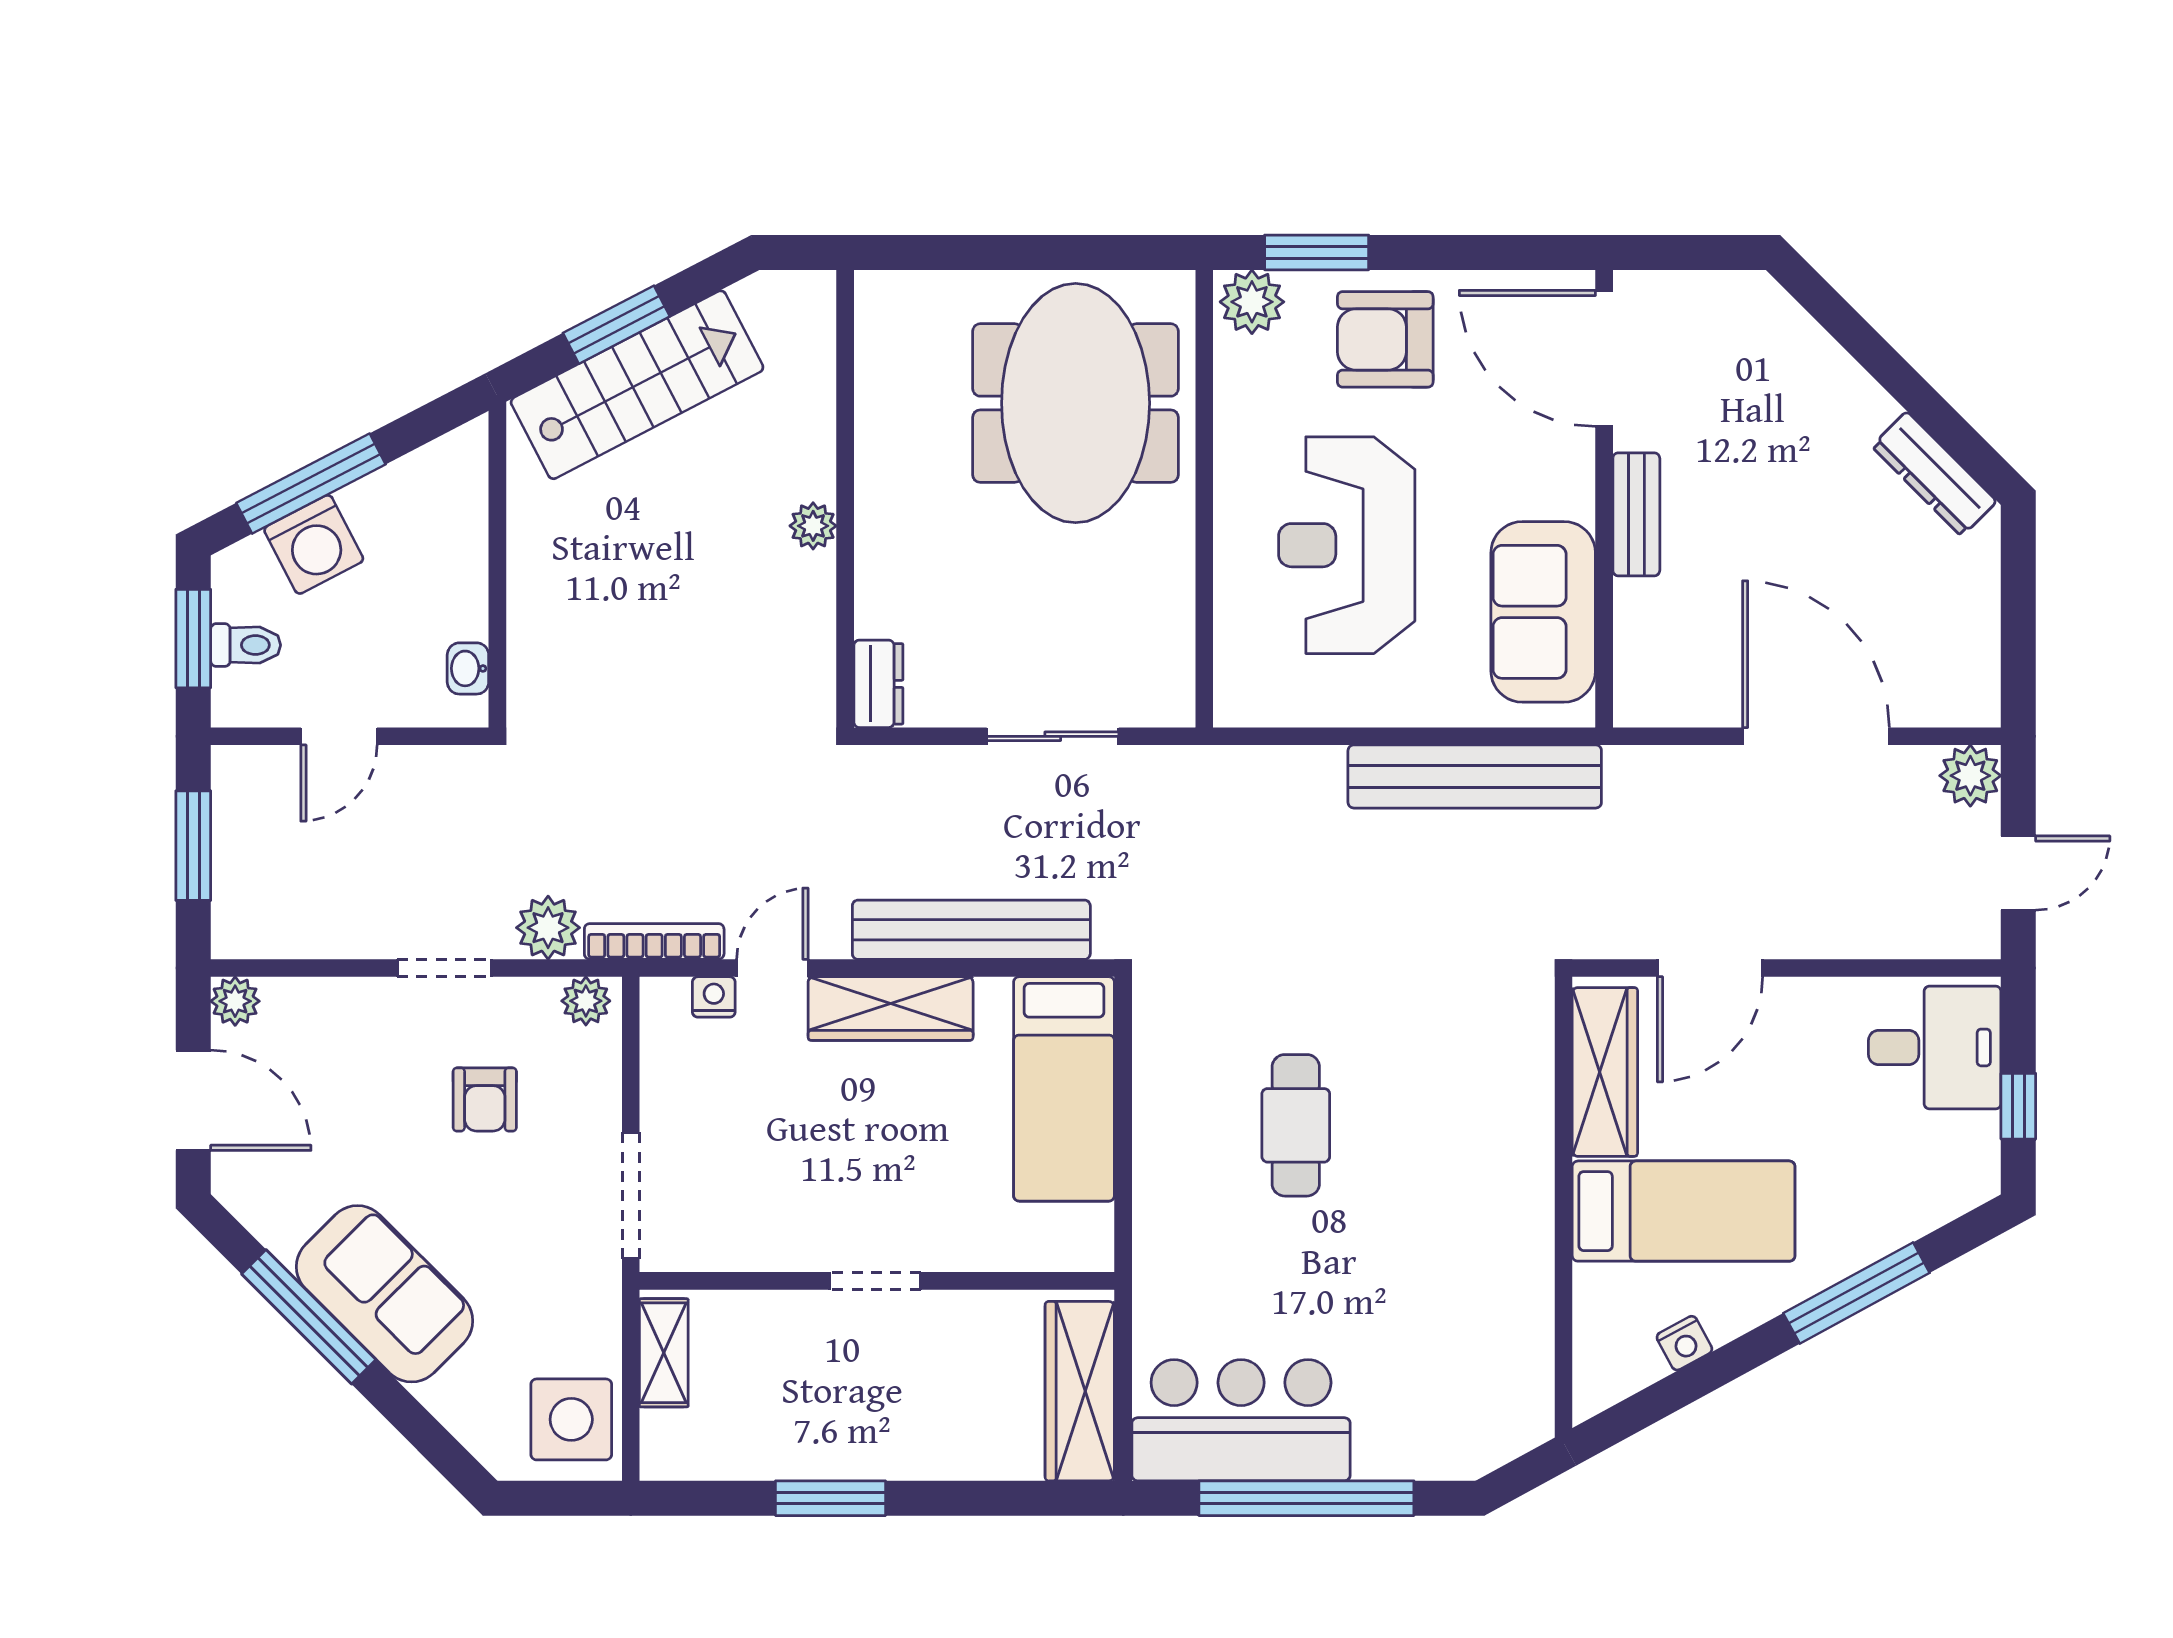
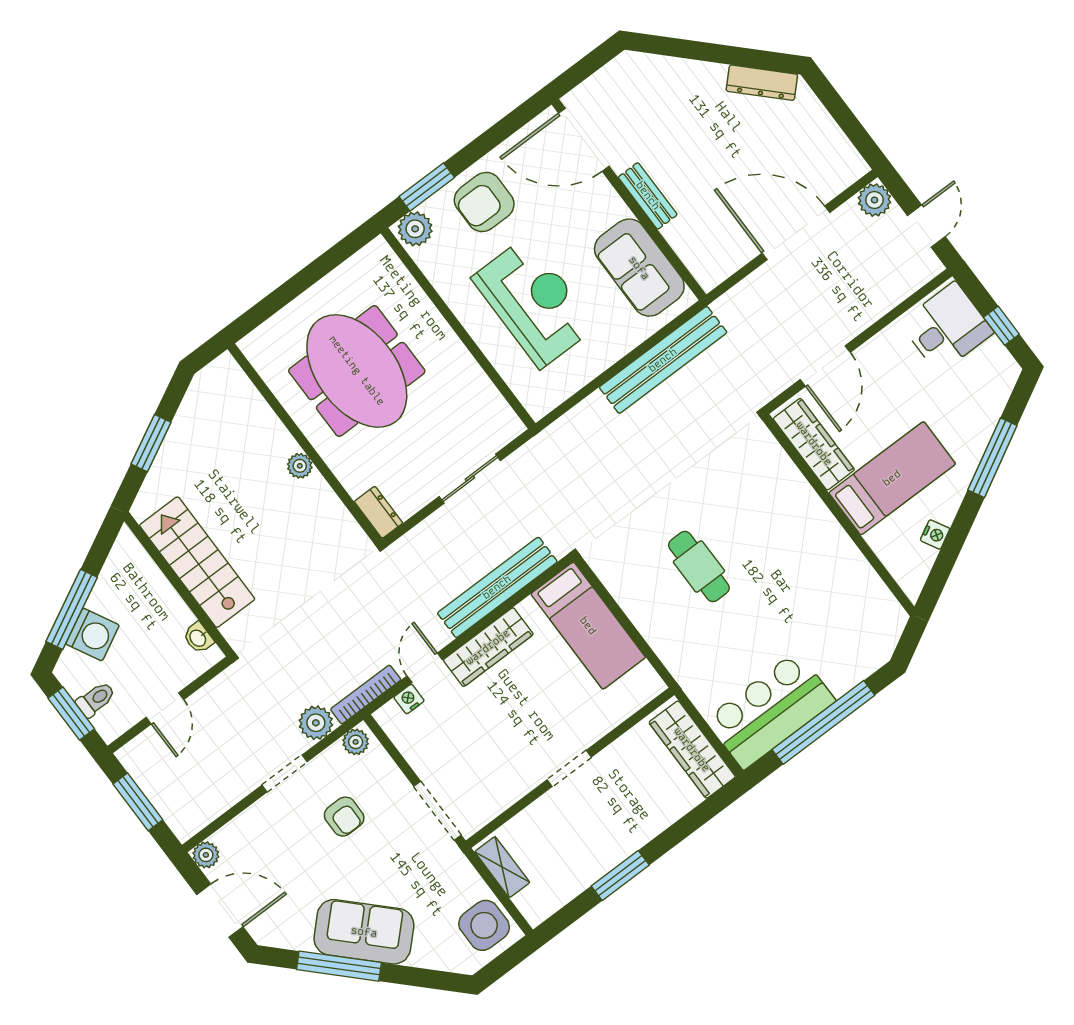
stairs: (637, 385) -> (197, 562), moved, turned -63
meeting table: (1076, 403) -> (357, 371), moved
reception desk: (1347, 545) -> (534, 302), turned 180

